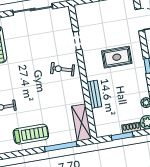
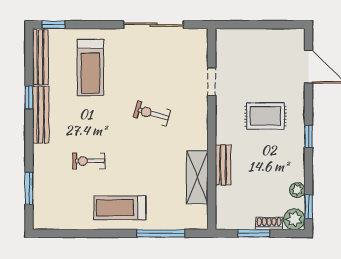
exercise bike: (63, 69) -> (152, 114), moved
shelving: (81, 122) -> (197, 177), moved
treadmill: (31, 134) -> (120, 208), turned 180

